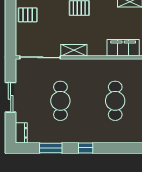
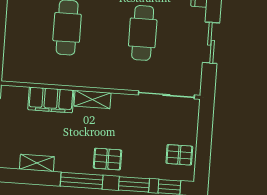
shelving: (74, 50) -> (93, 99), moved

